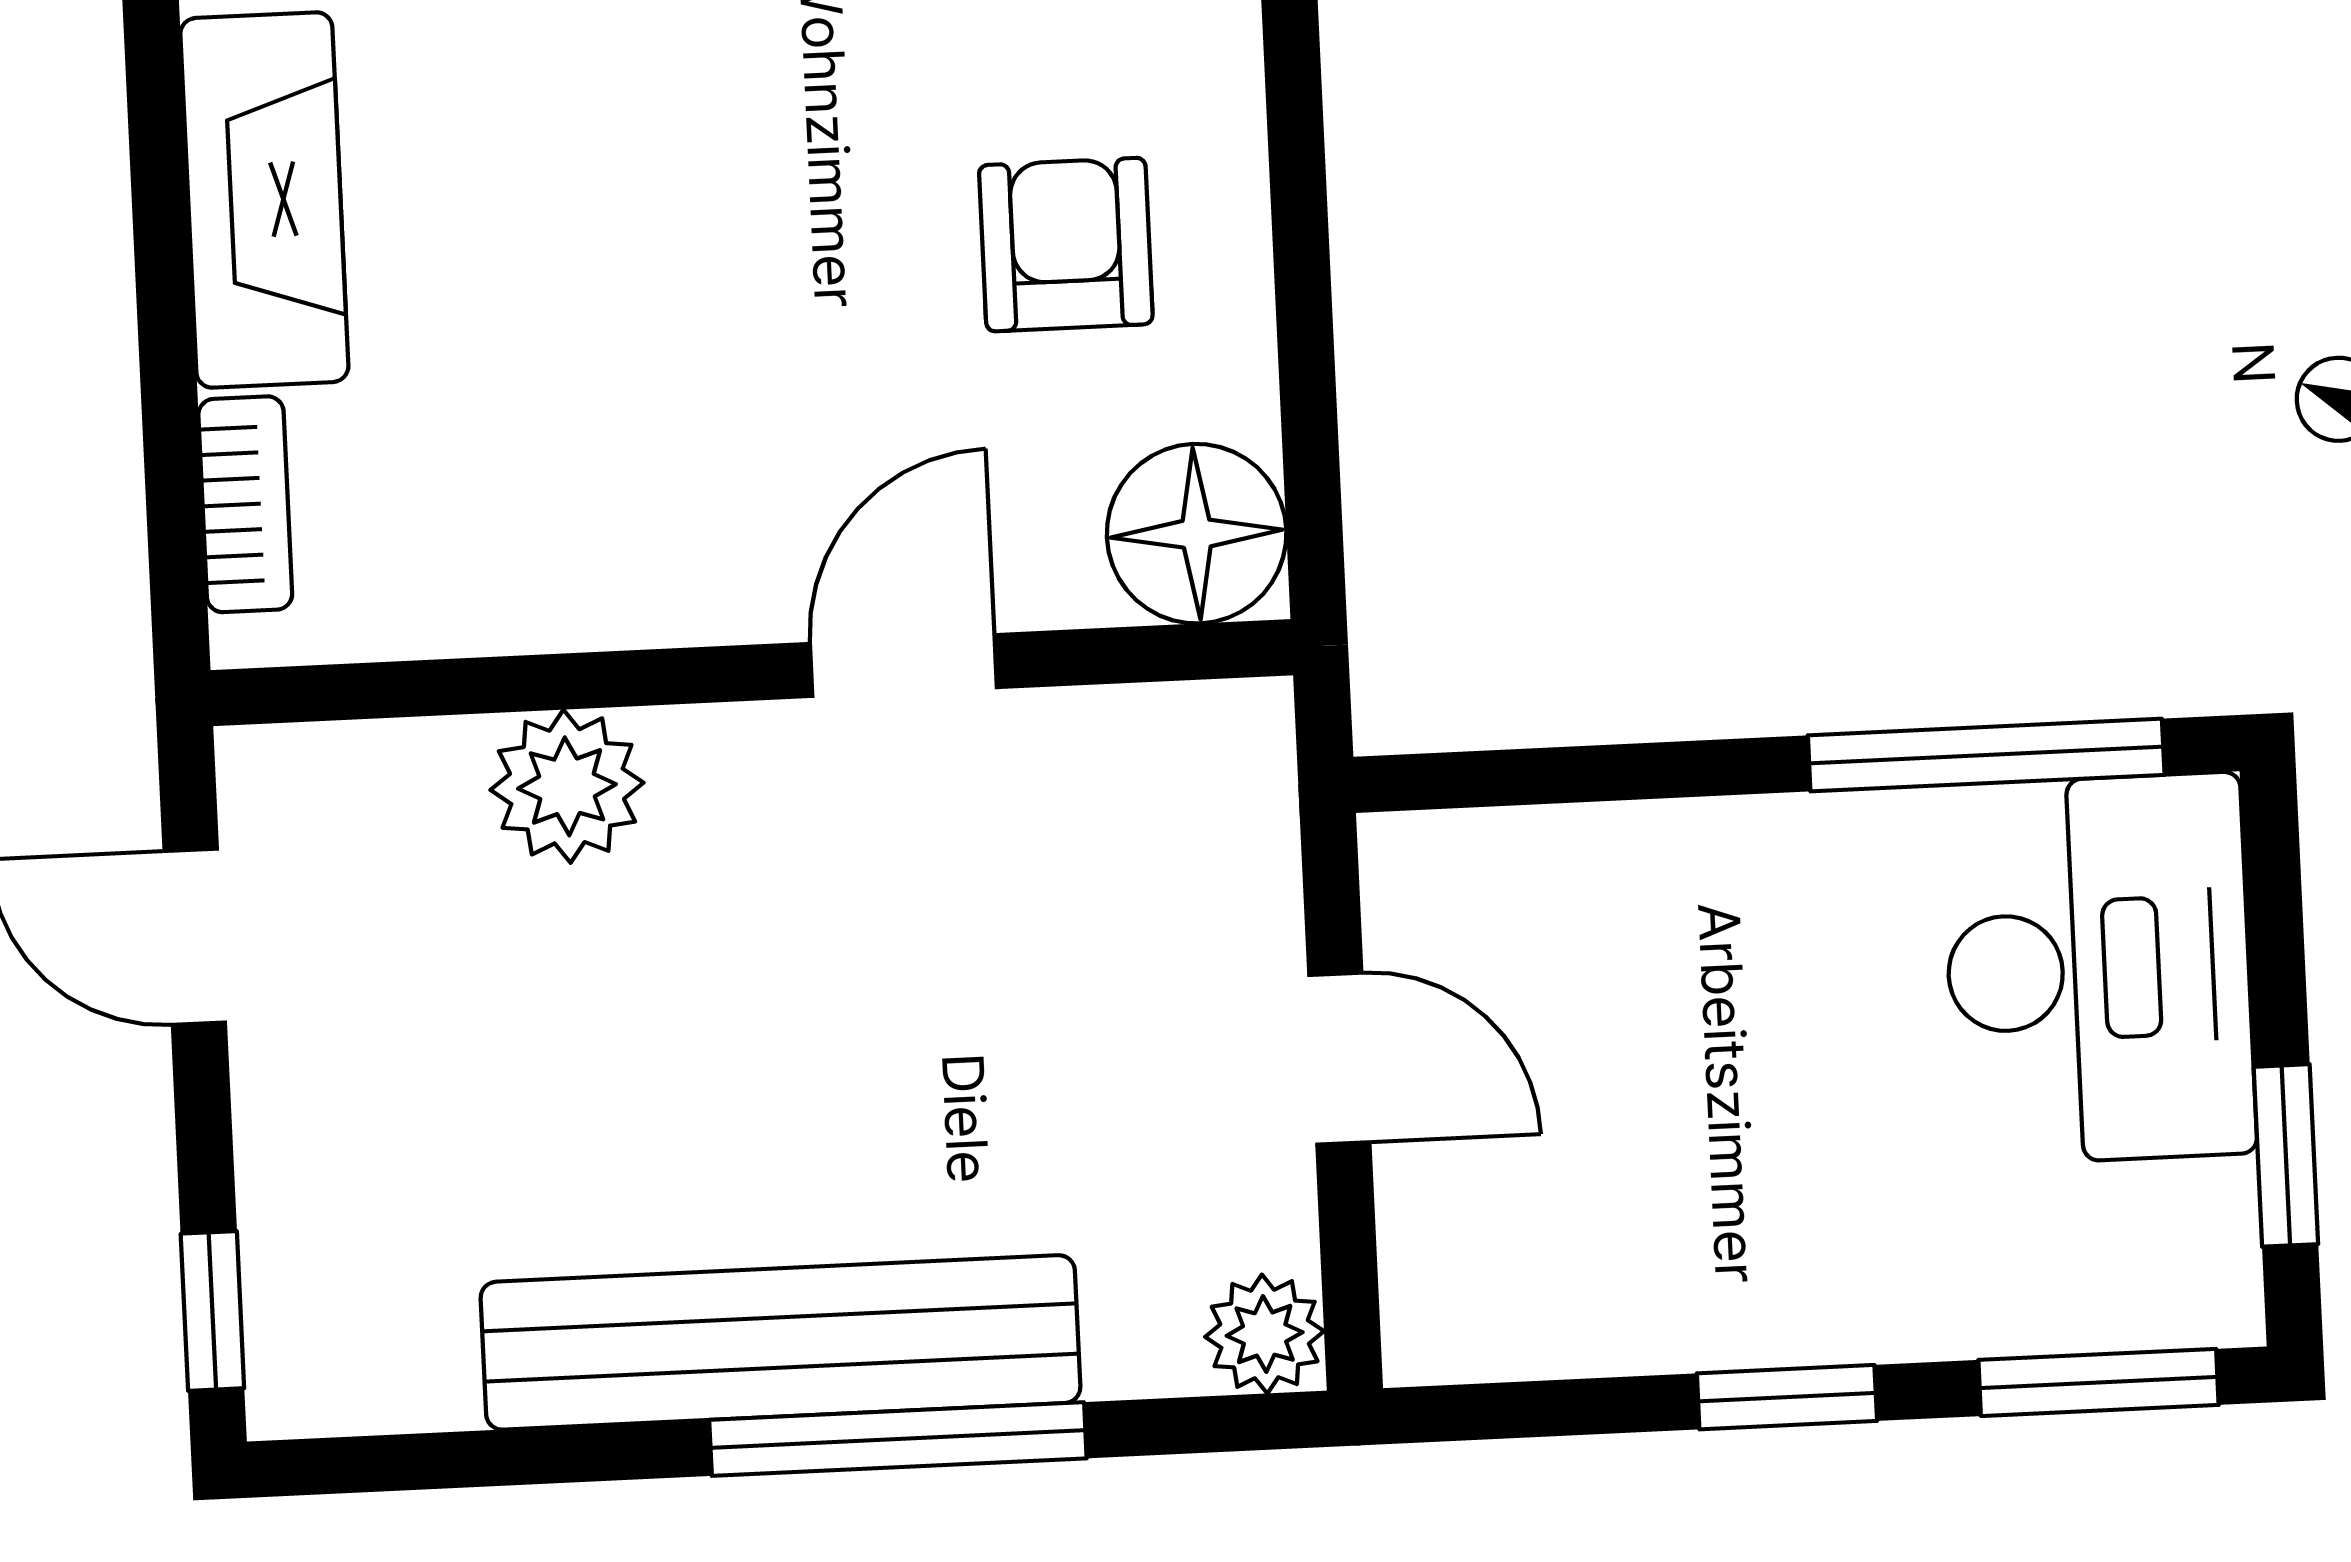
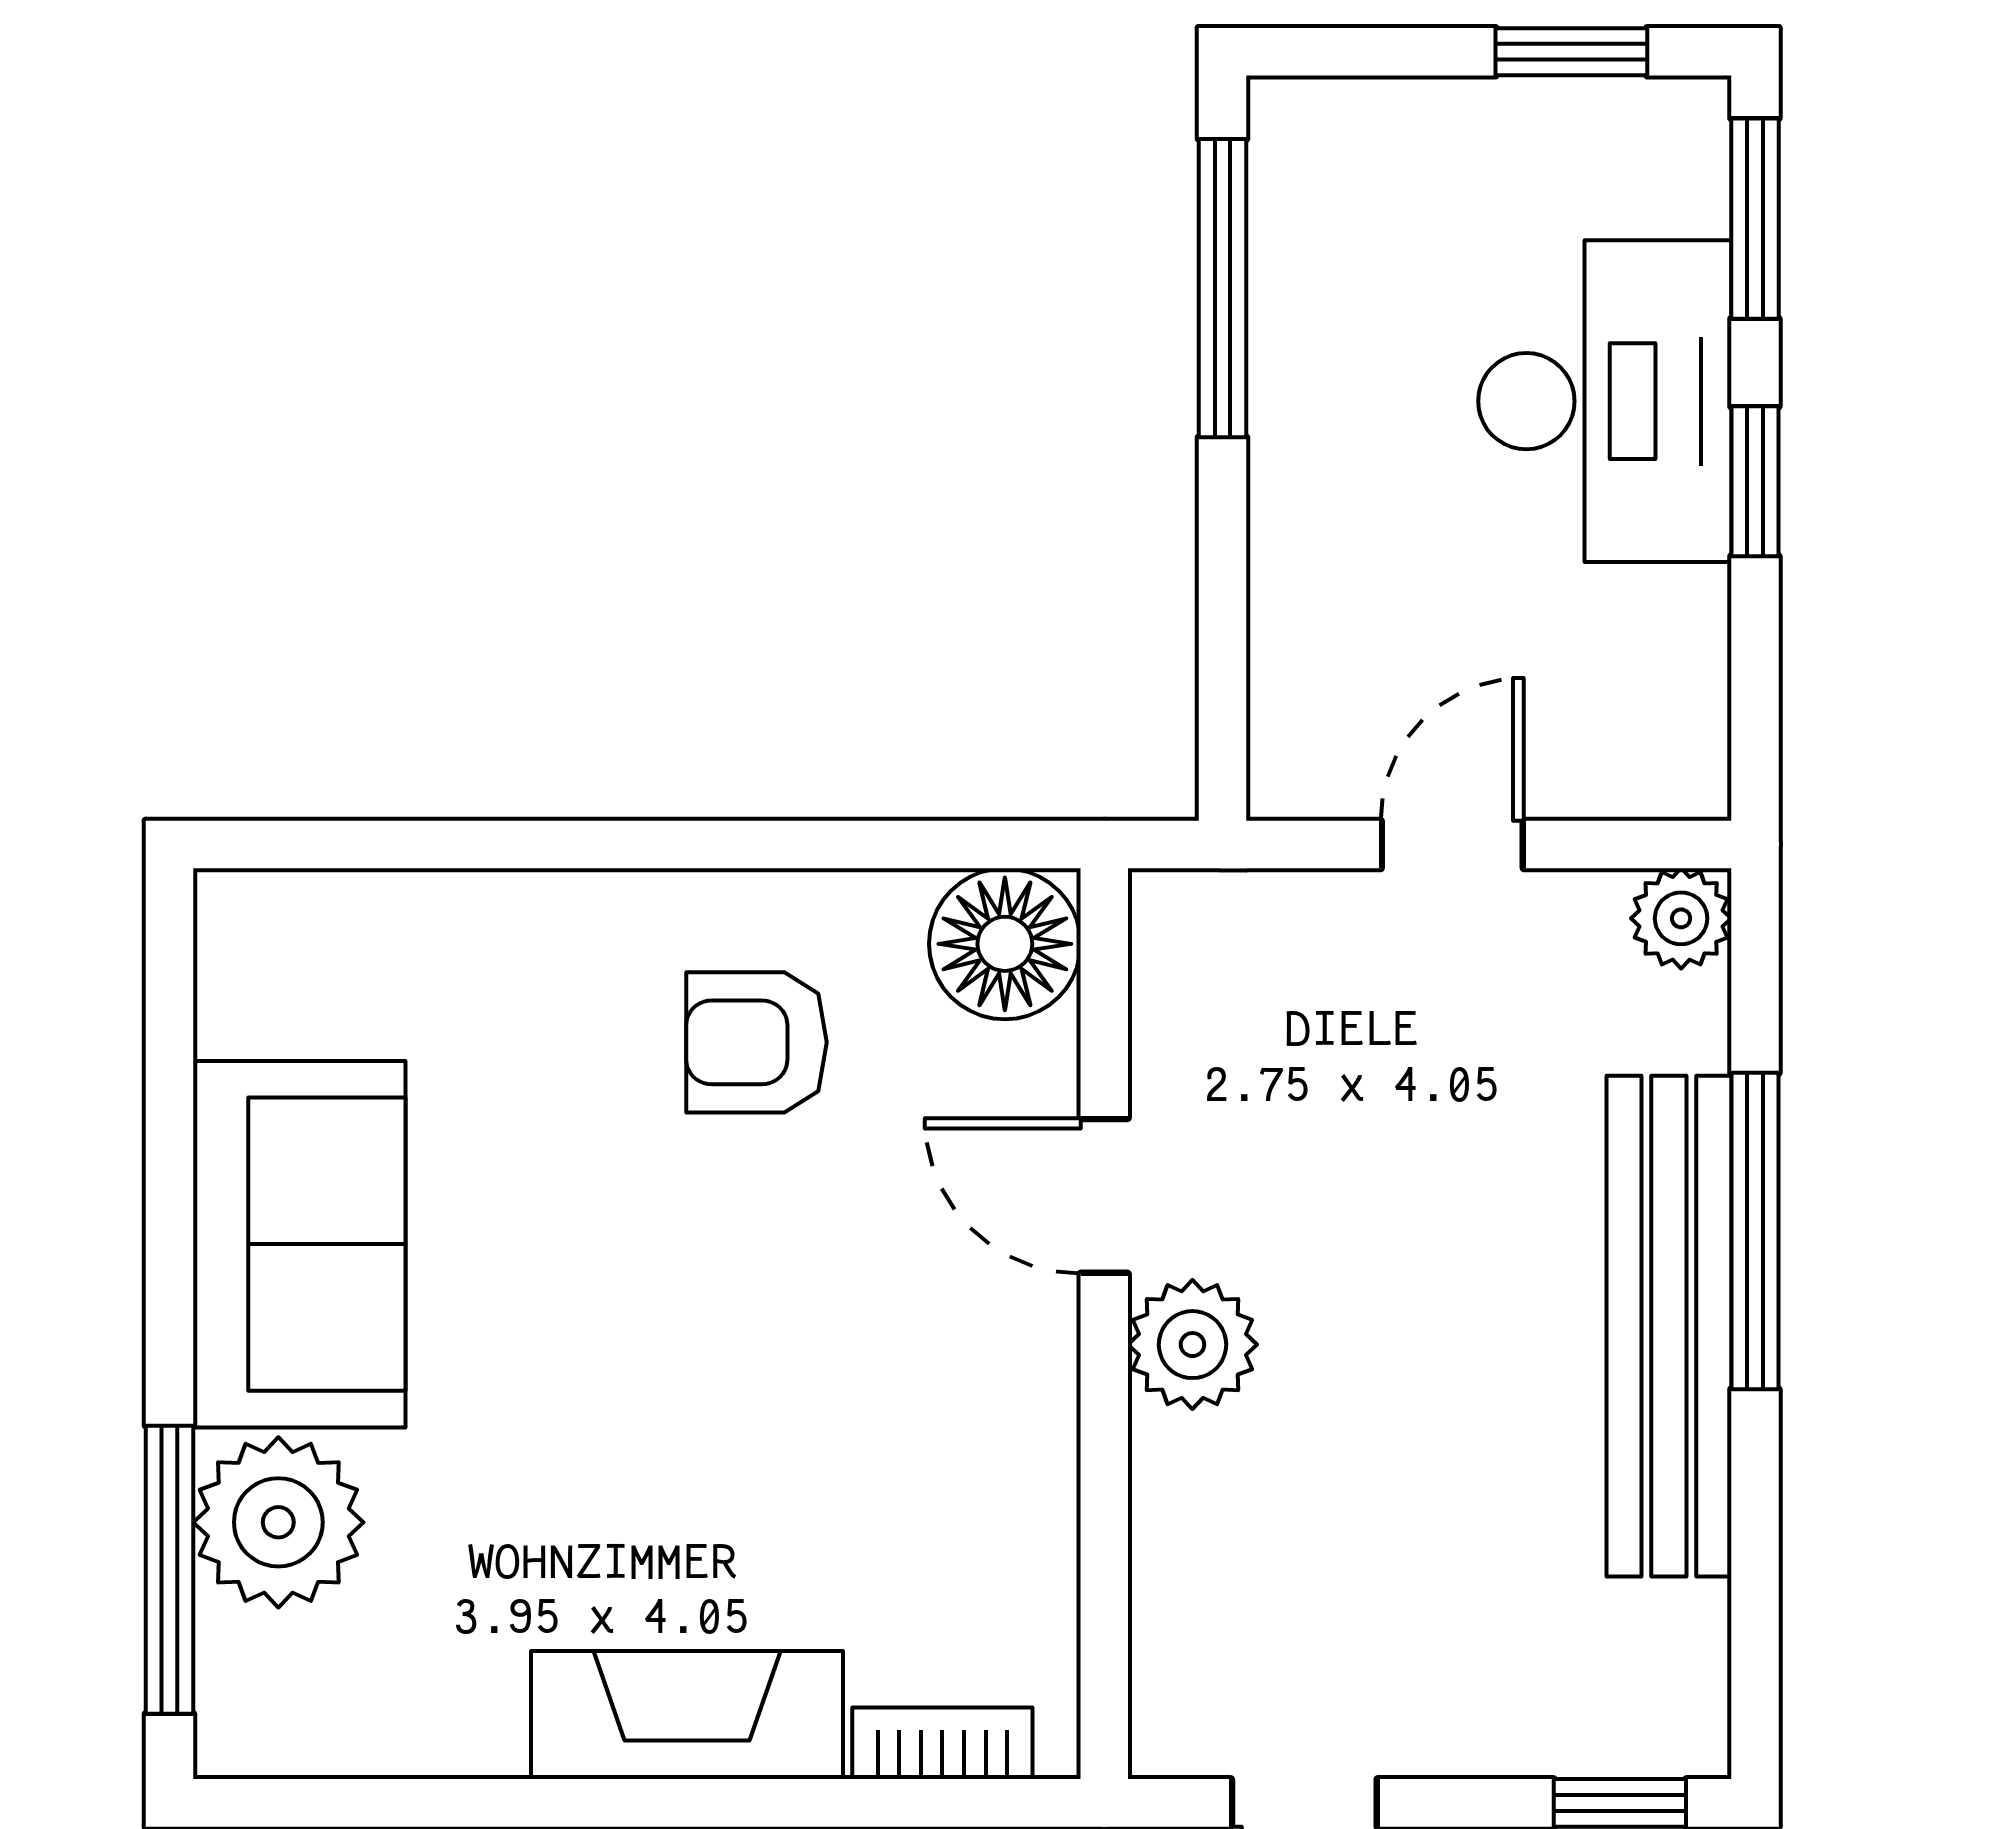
plant: (567, 786) -> (1192, 1345), moved
desk: (2099, 969) -> (1605, 401), moved, turned 90

